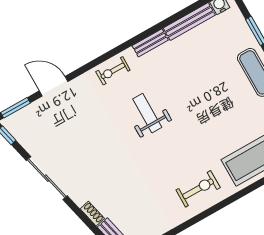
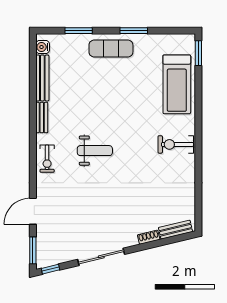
weight bench: (147, 113) -> (95, 151), turned 180
exercise bike: (198, 189) -> (176, 144), turned -90

